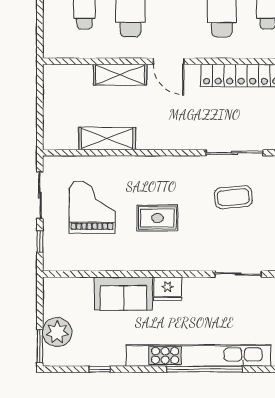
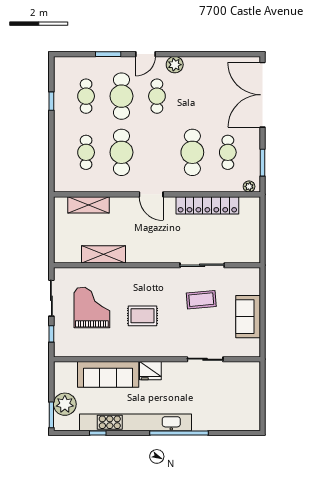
shelving: (120, 75) -> (88, 205), moved
sofa: (123, 294) -> (108, 374), width x1.36
kitchen unit: (198, 355) -> (135, 422), moved

